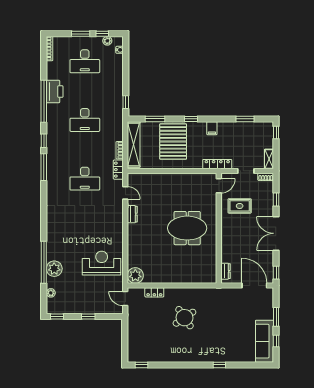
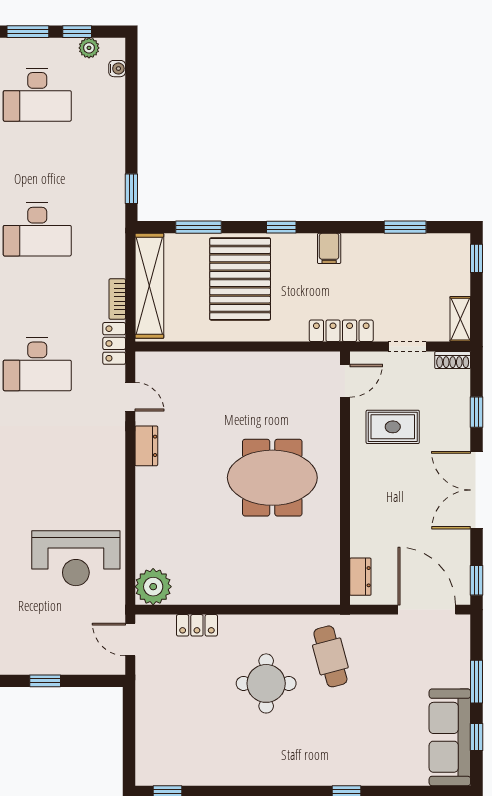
reception desk: (102, 263) -> (76, 558), turned 180
cafe table: (212, 306) -> (330, 656), added
round table: (184, 318) -> (266, 683), turned 34

